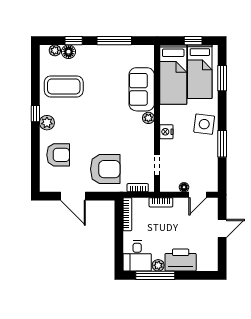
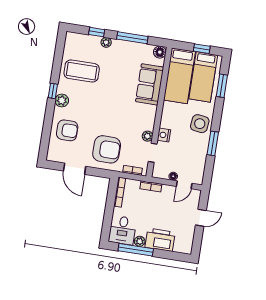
plant: (55, 50) -> (106, 42), moved
floor lamp: (69, 52) -> (160, 52), moved
plant: (148, 118) -> (148, 136), moved
nightstand: (166, 132) -> (164, 135), moved

